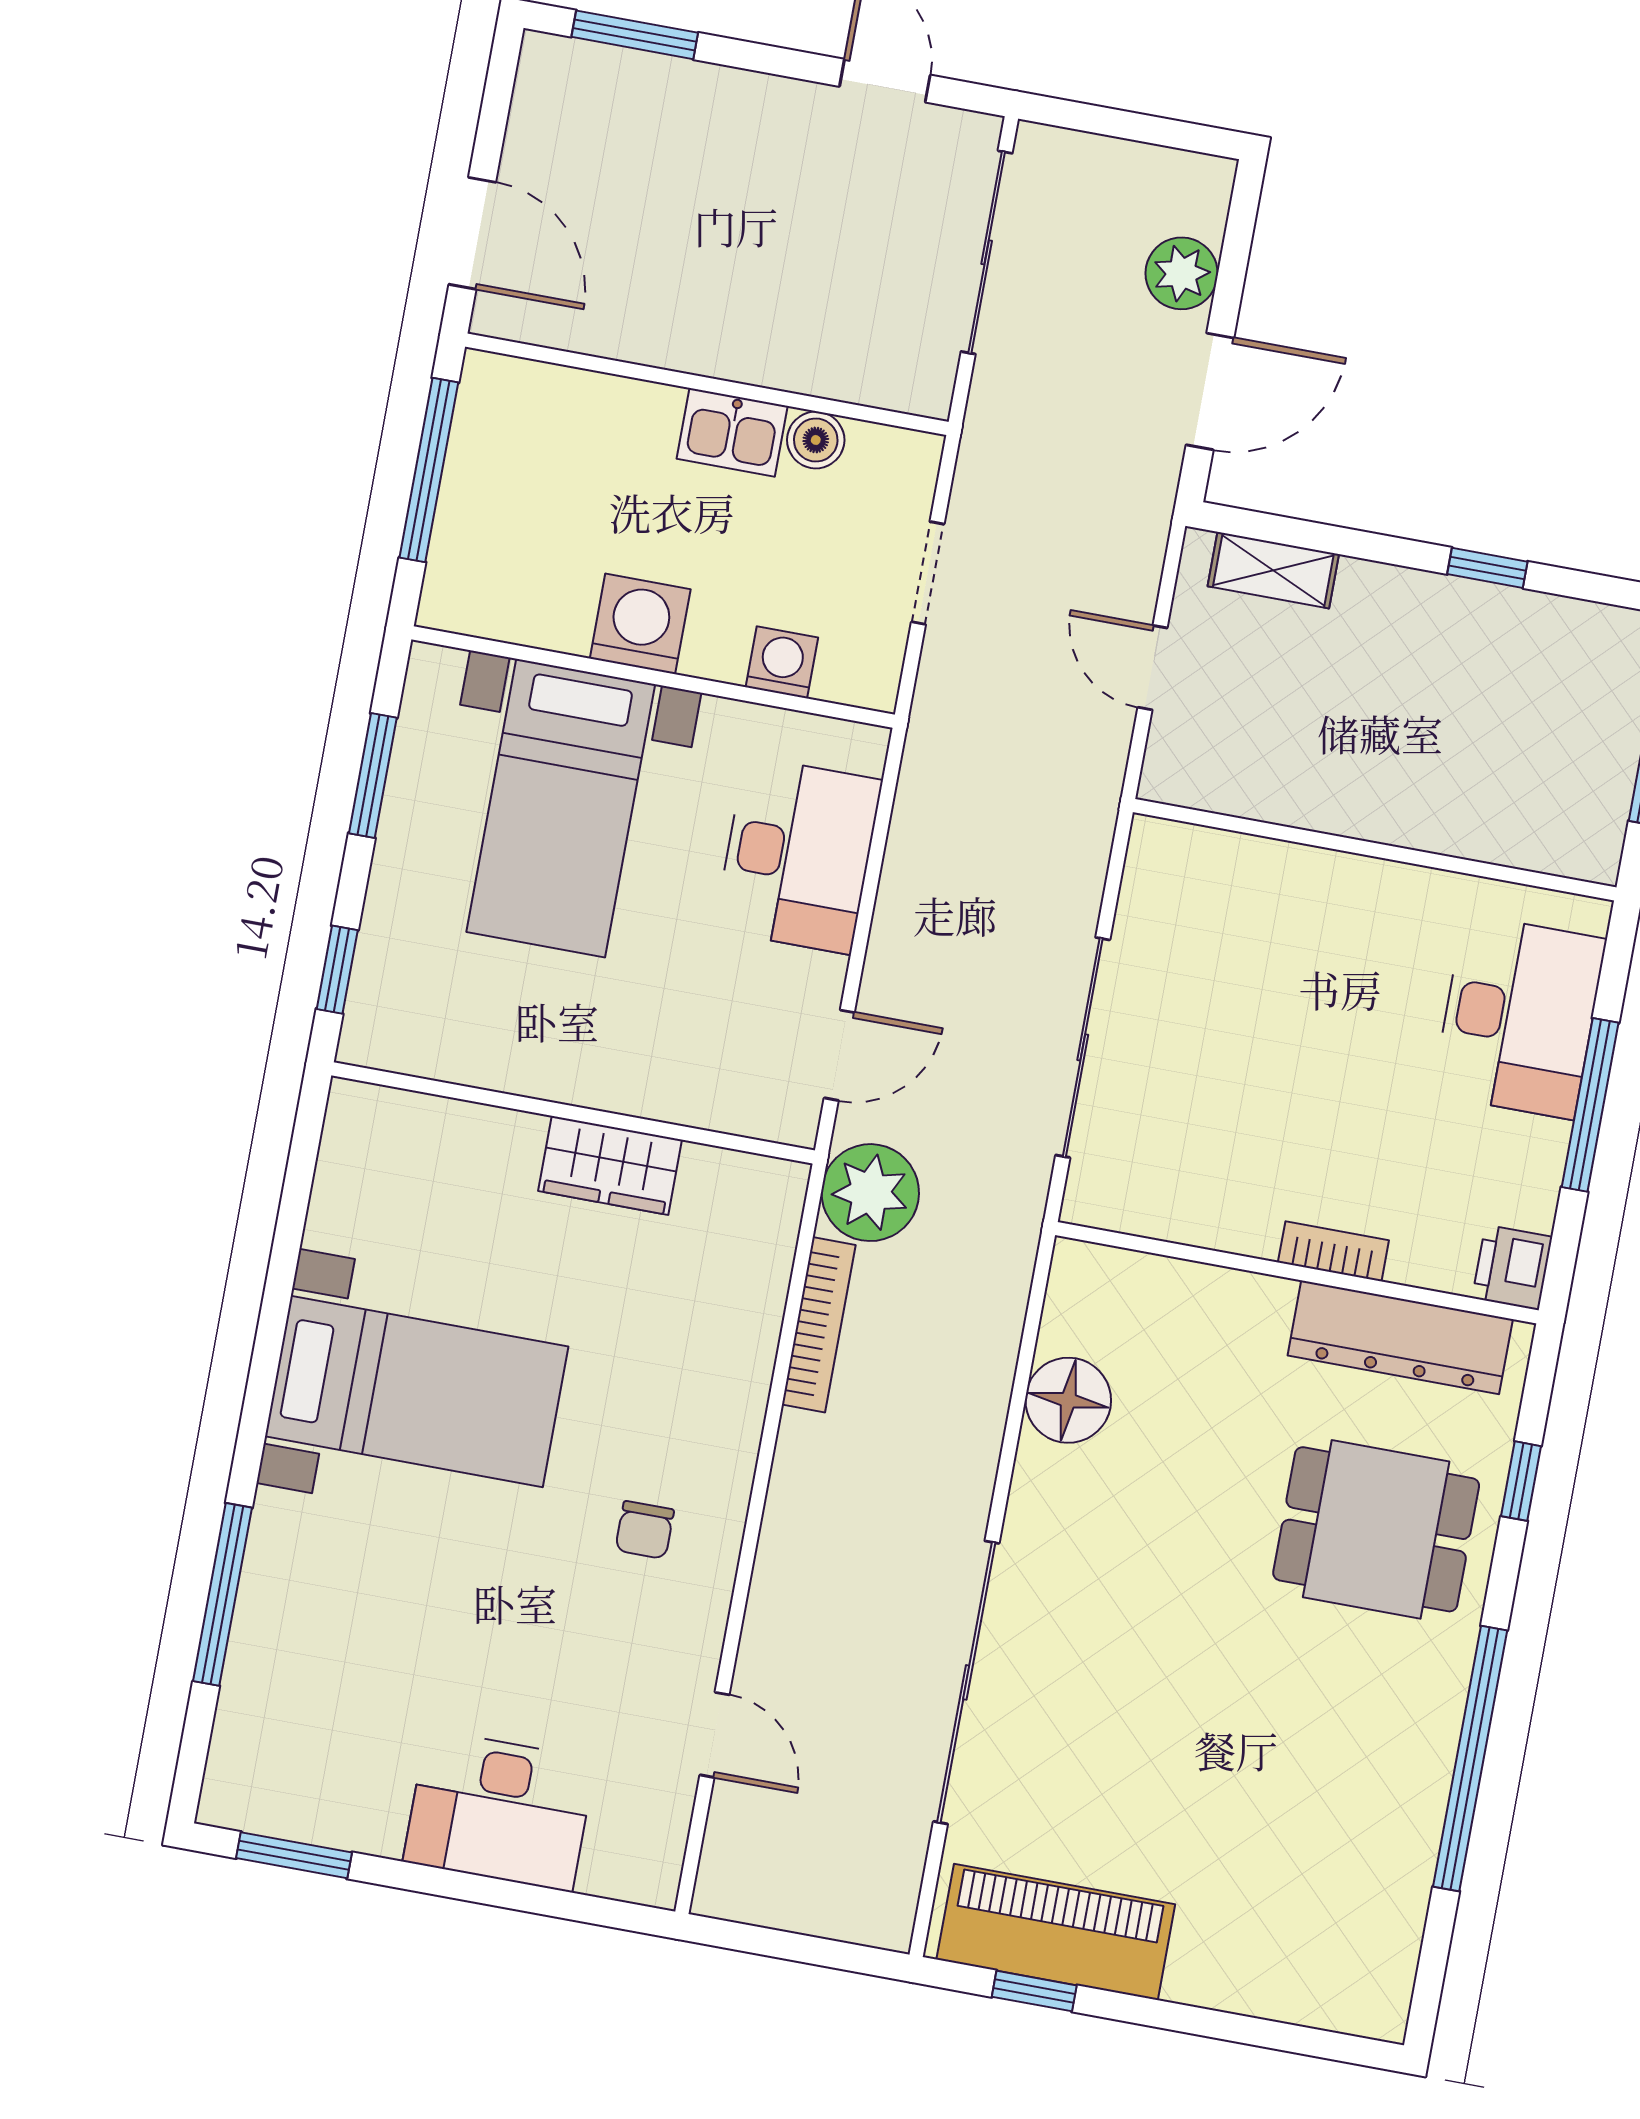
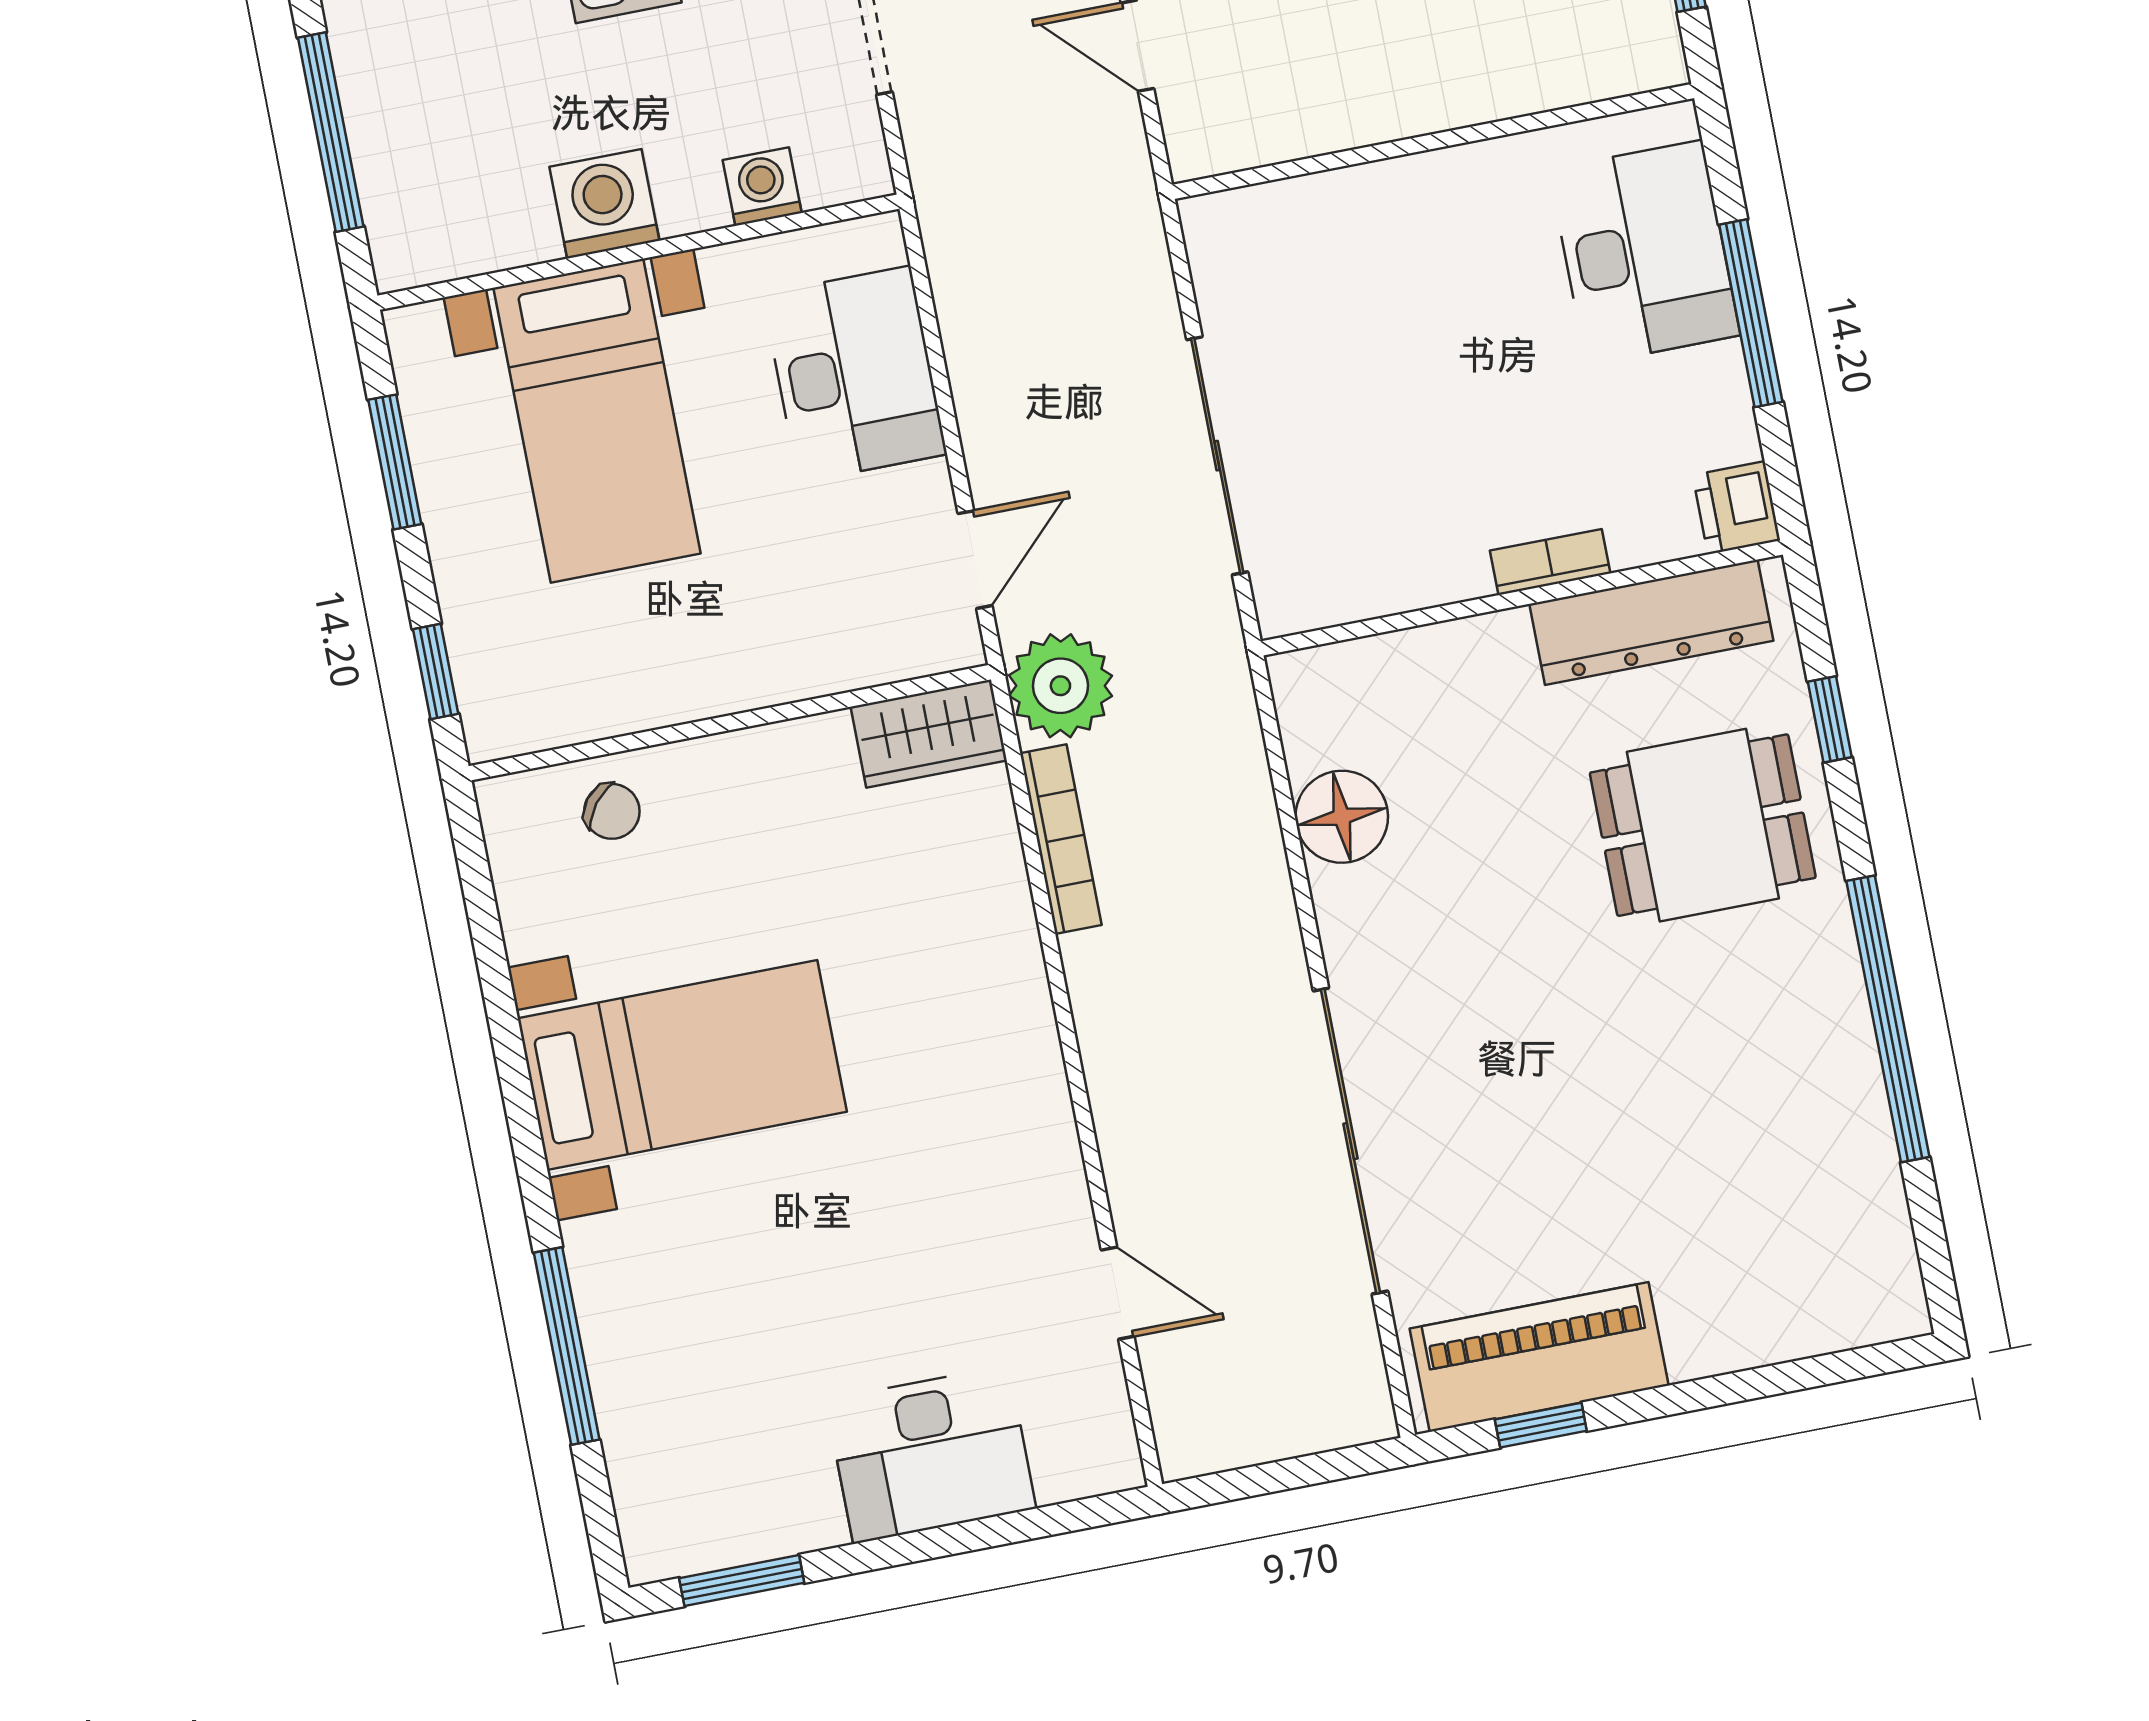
wardrobe: (610, 1165) -> (929, 734), moved
chair: (645, 1530) -> (612, 811), moved, turned -52

